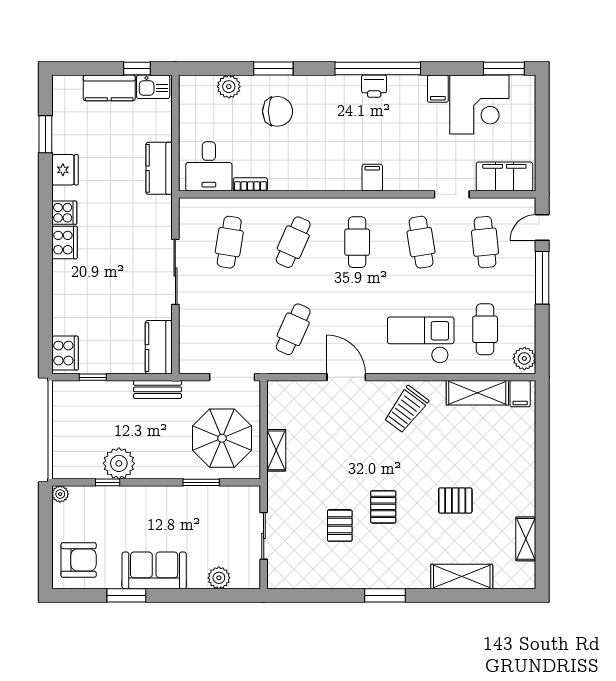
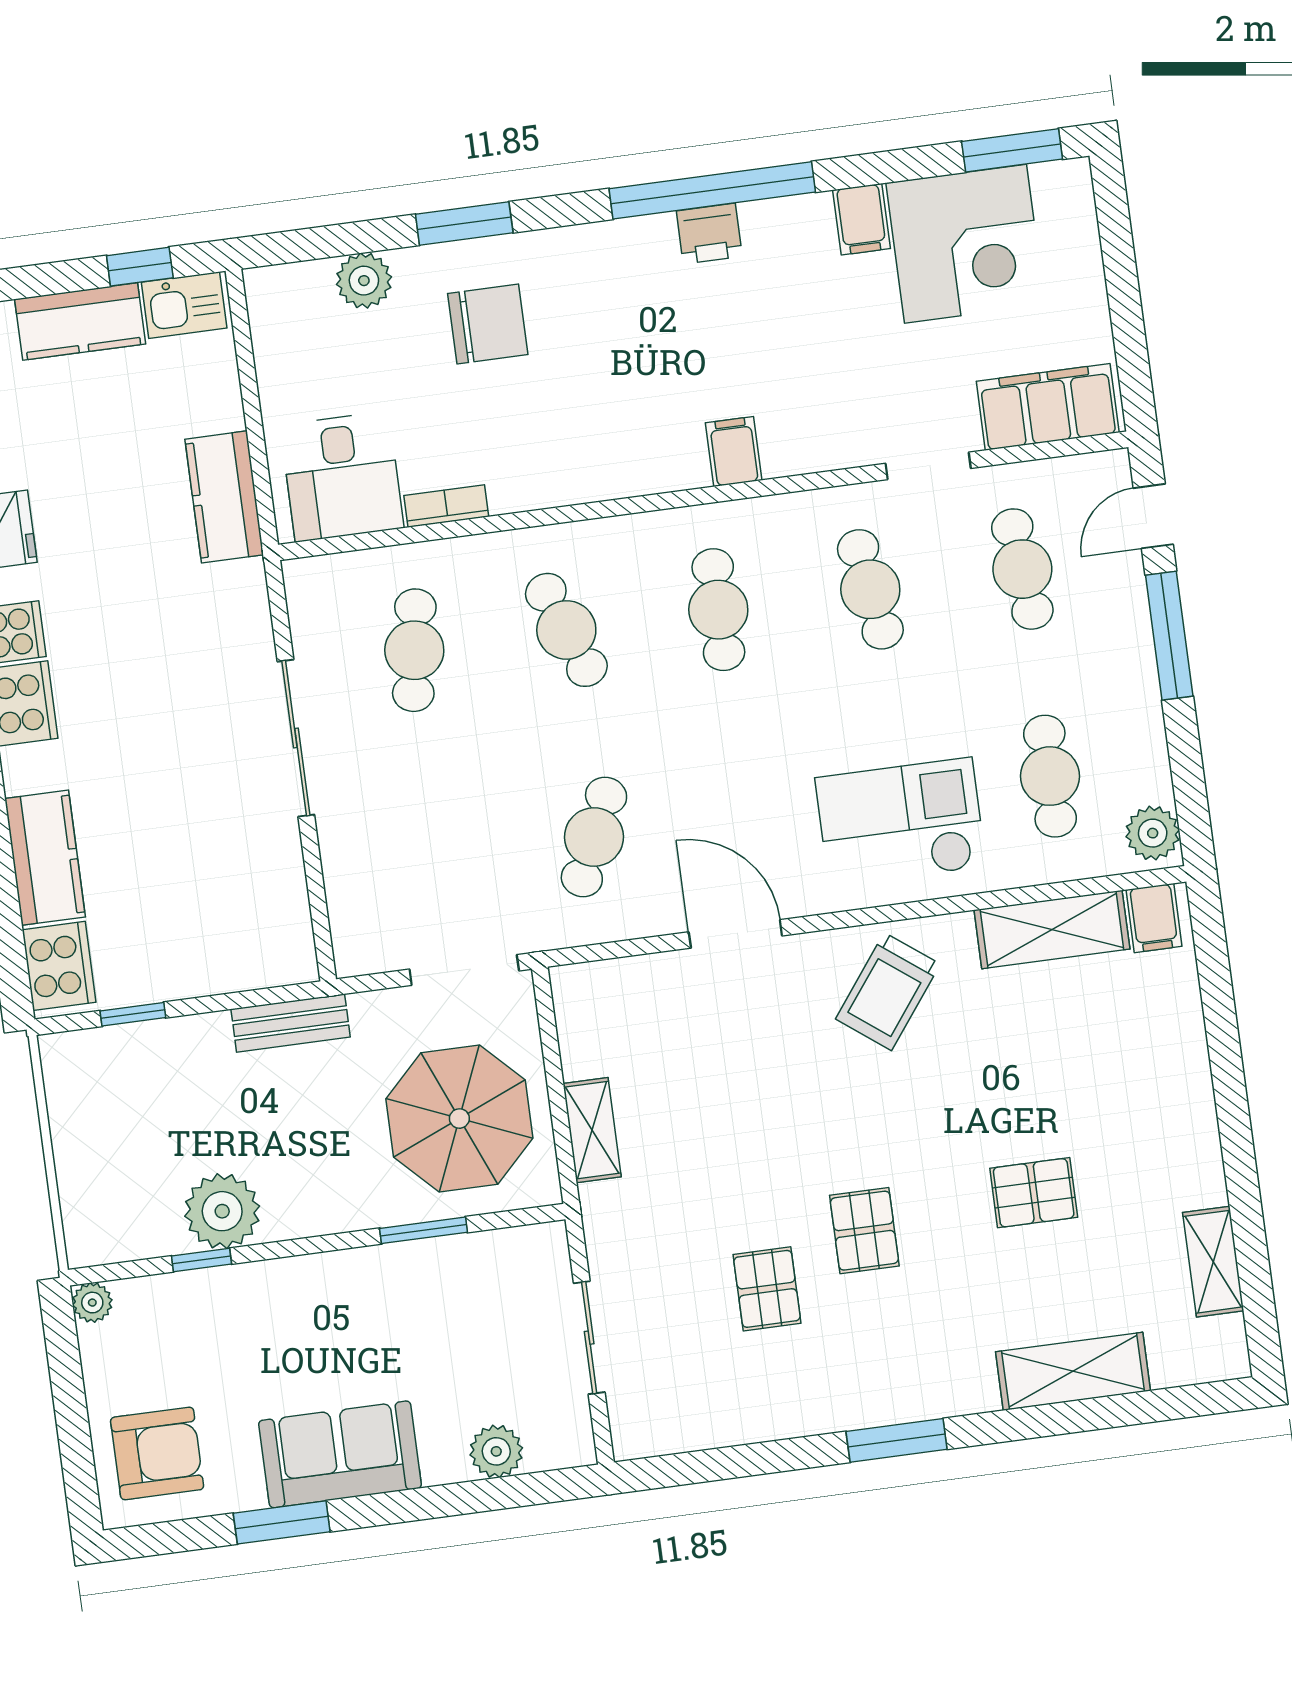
cafe table: (293, 242) -> (566, 630), turned -45
kitchen counter: (159, 347) -> (45, 858), moved, turned 180

